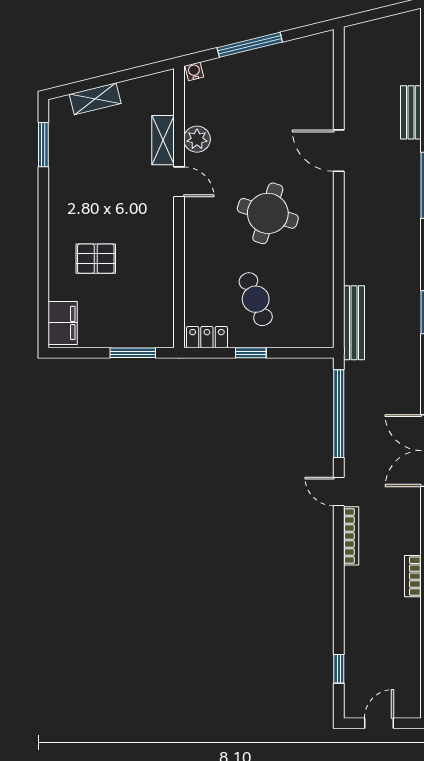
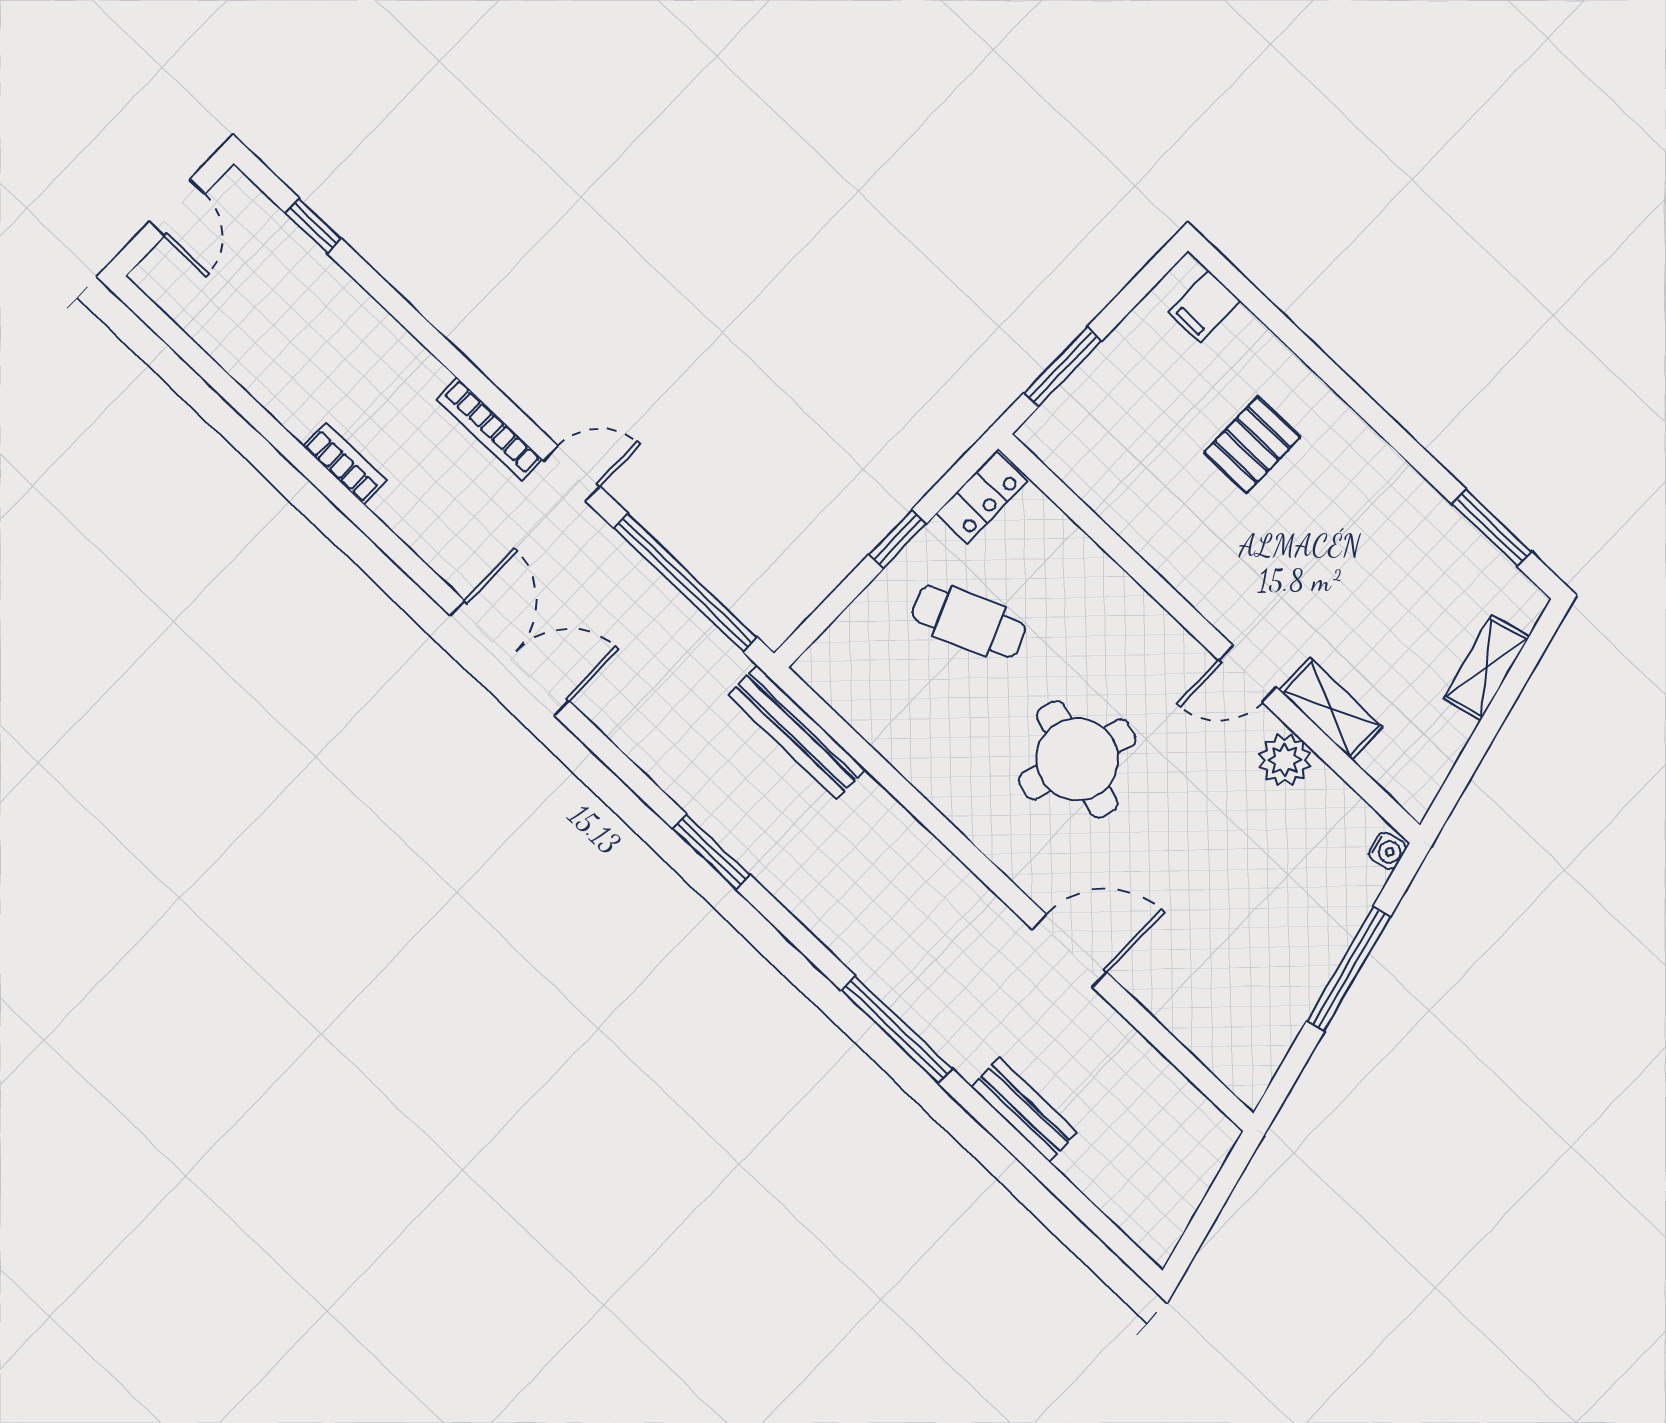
filing cabinet: (63, 323) -> (1204, 306), width x0.50

